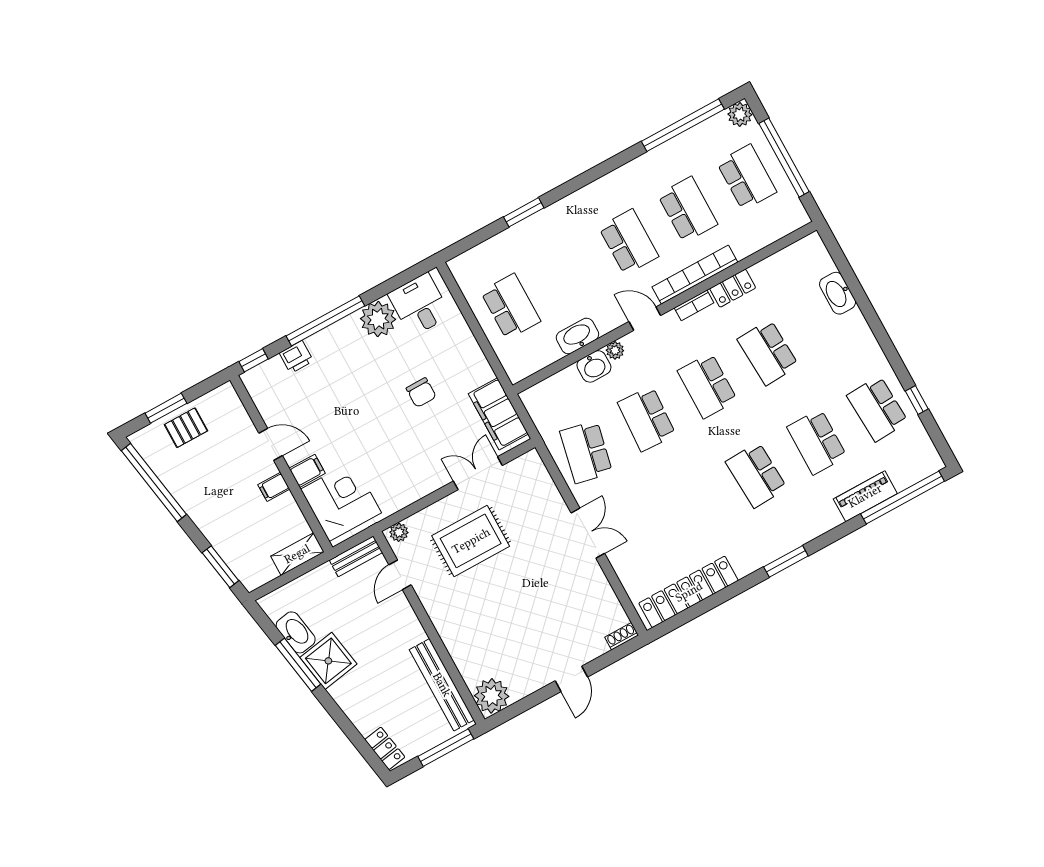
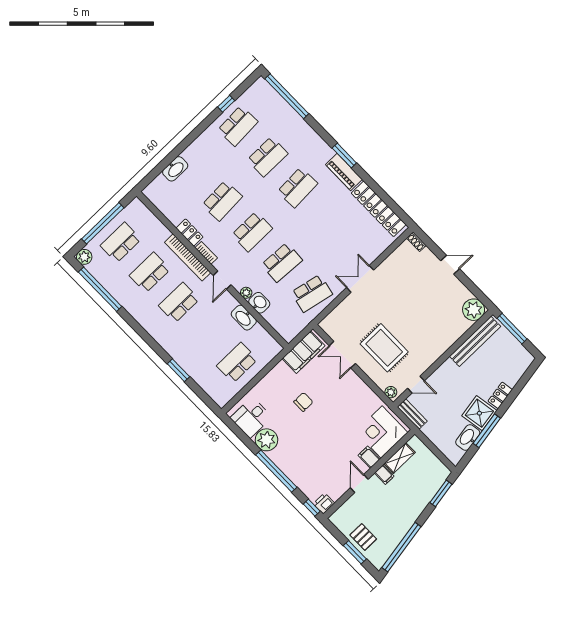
printer: (296, 357) -> (324, 503), moved, turned -90
piano: (865, 496) -> (344, 172), moved
shelving: (297, 554) -> (400, 458), moved, turned 90
locker: (385, 748) -> (500, 395), moved

